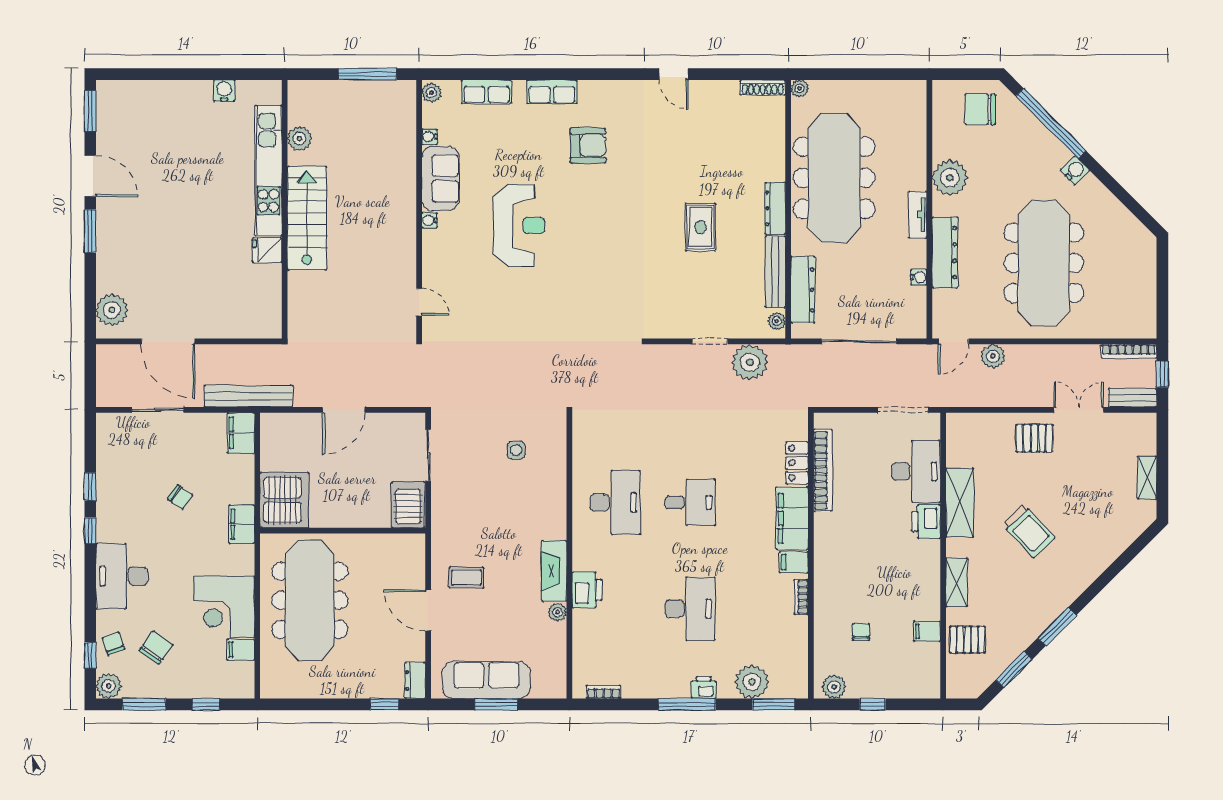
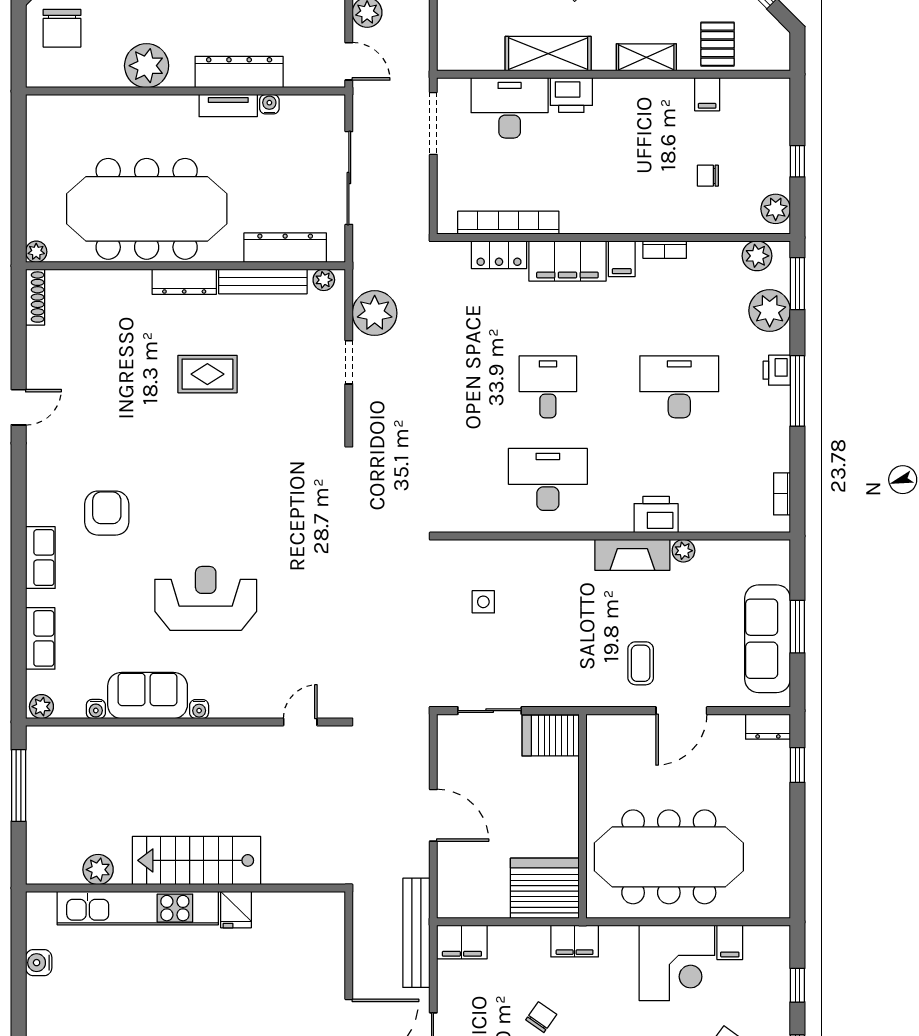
tv unit: (918, 215) -> (228, 106), moved
plant: (796, 672) -> (757, 256), added

